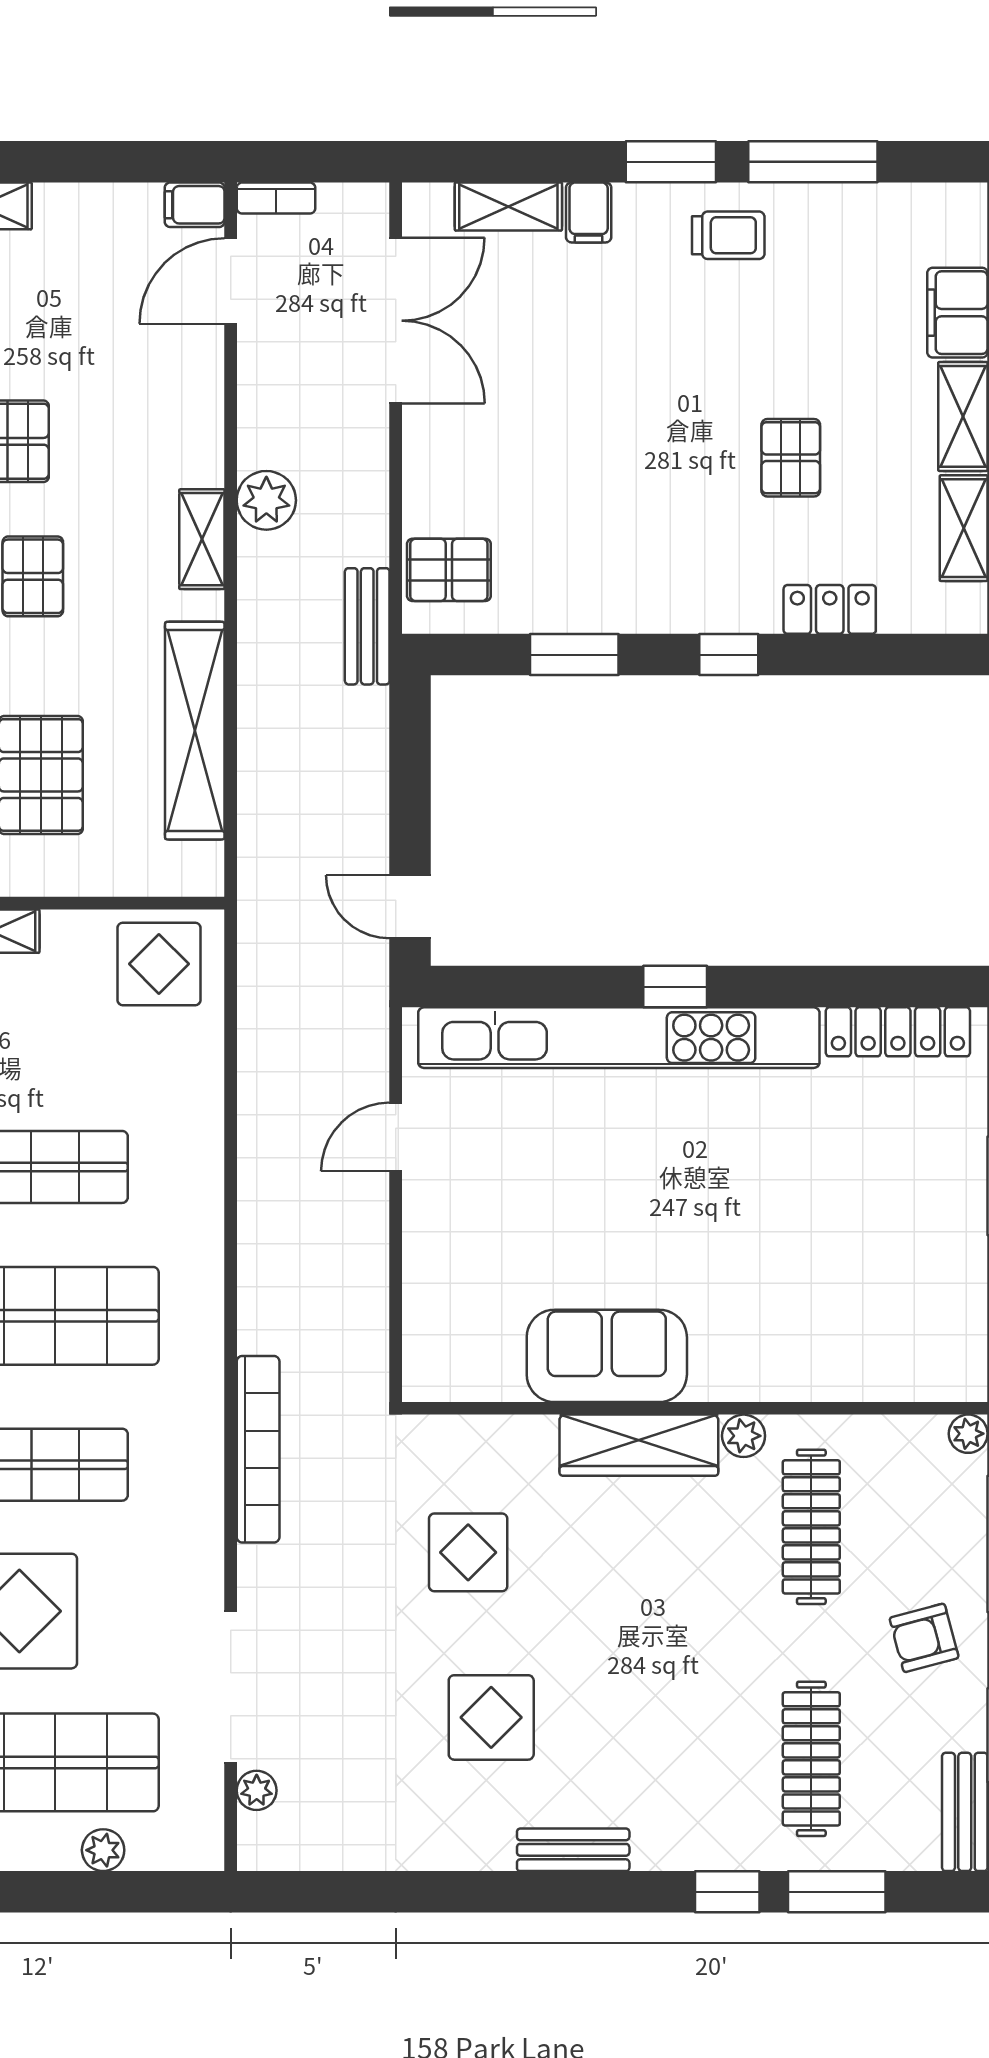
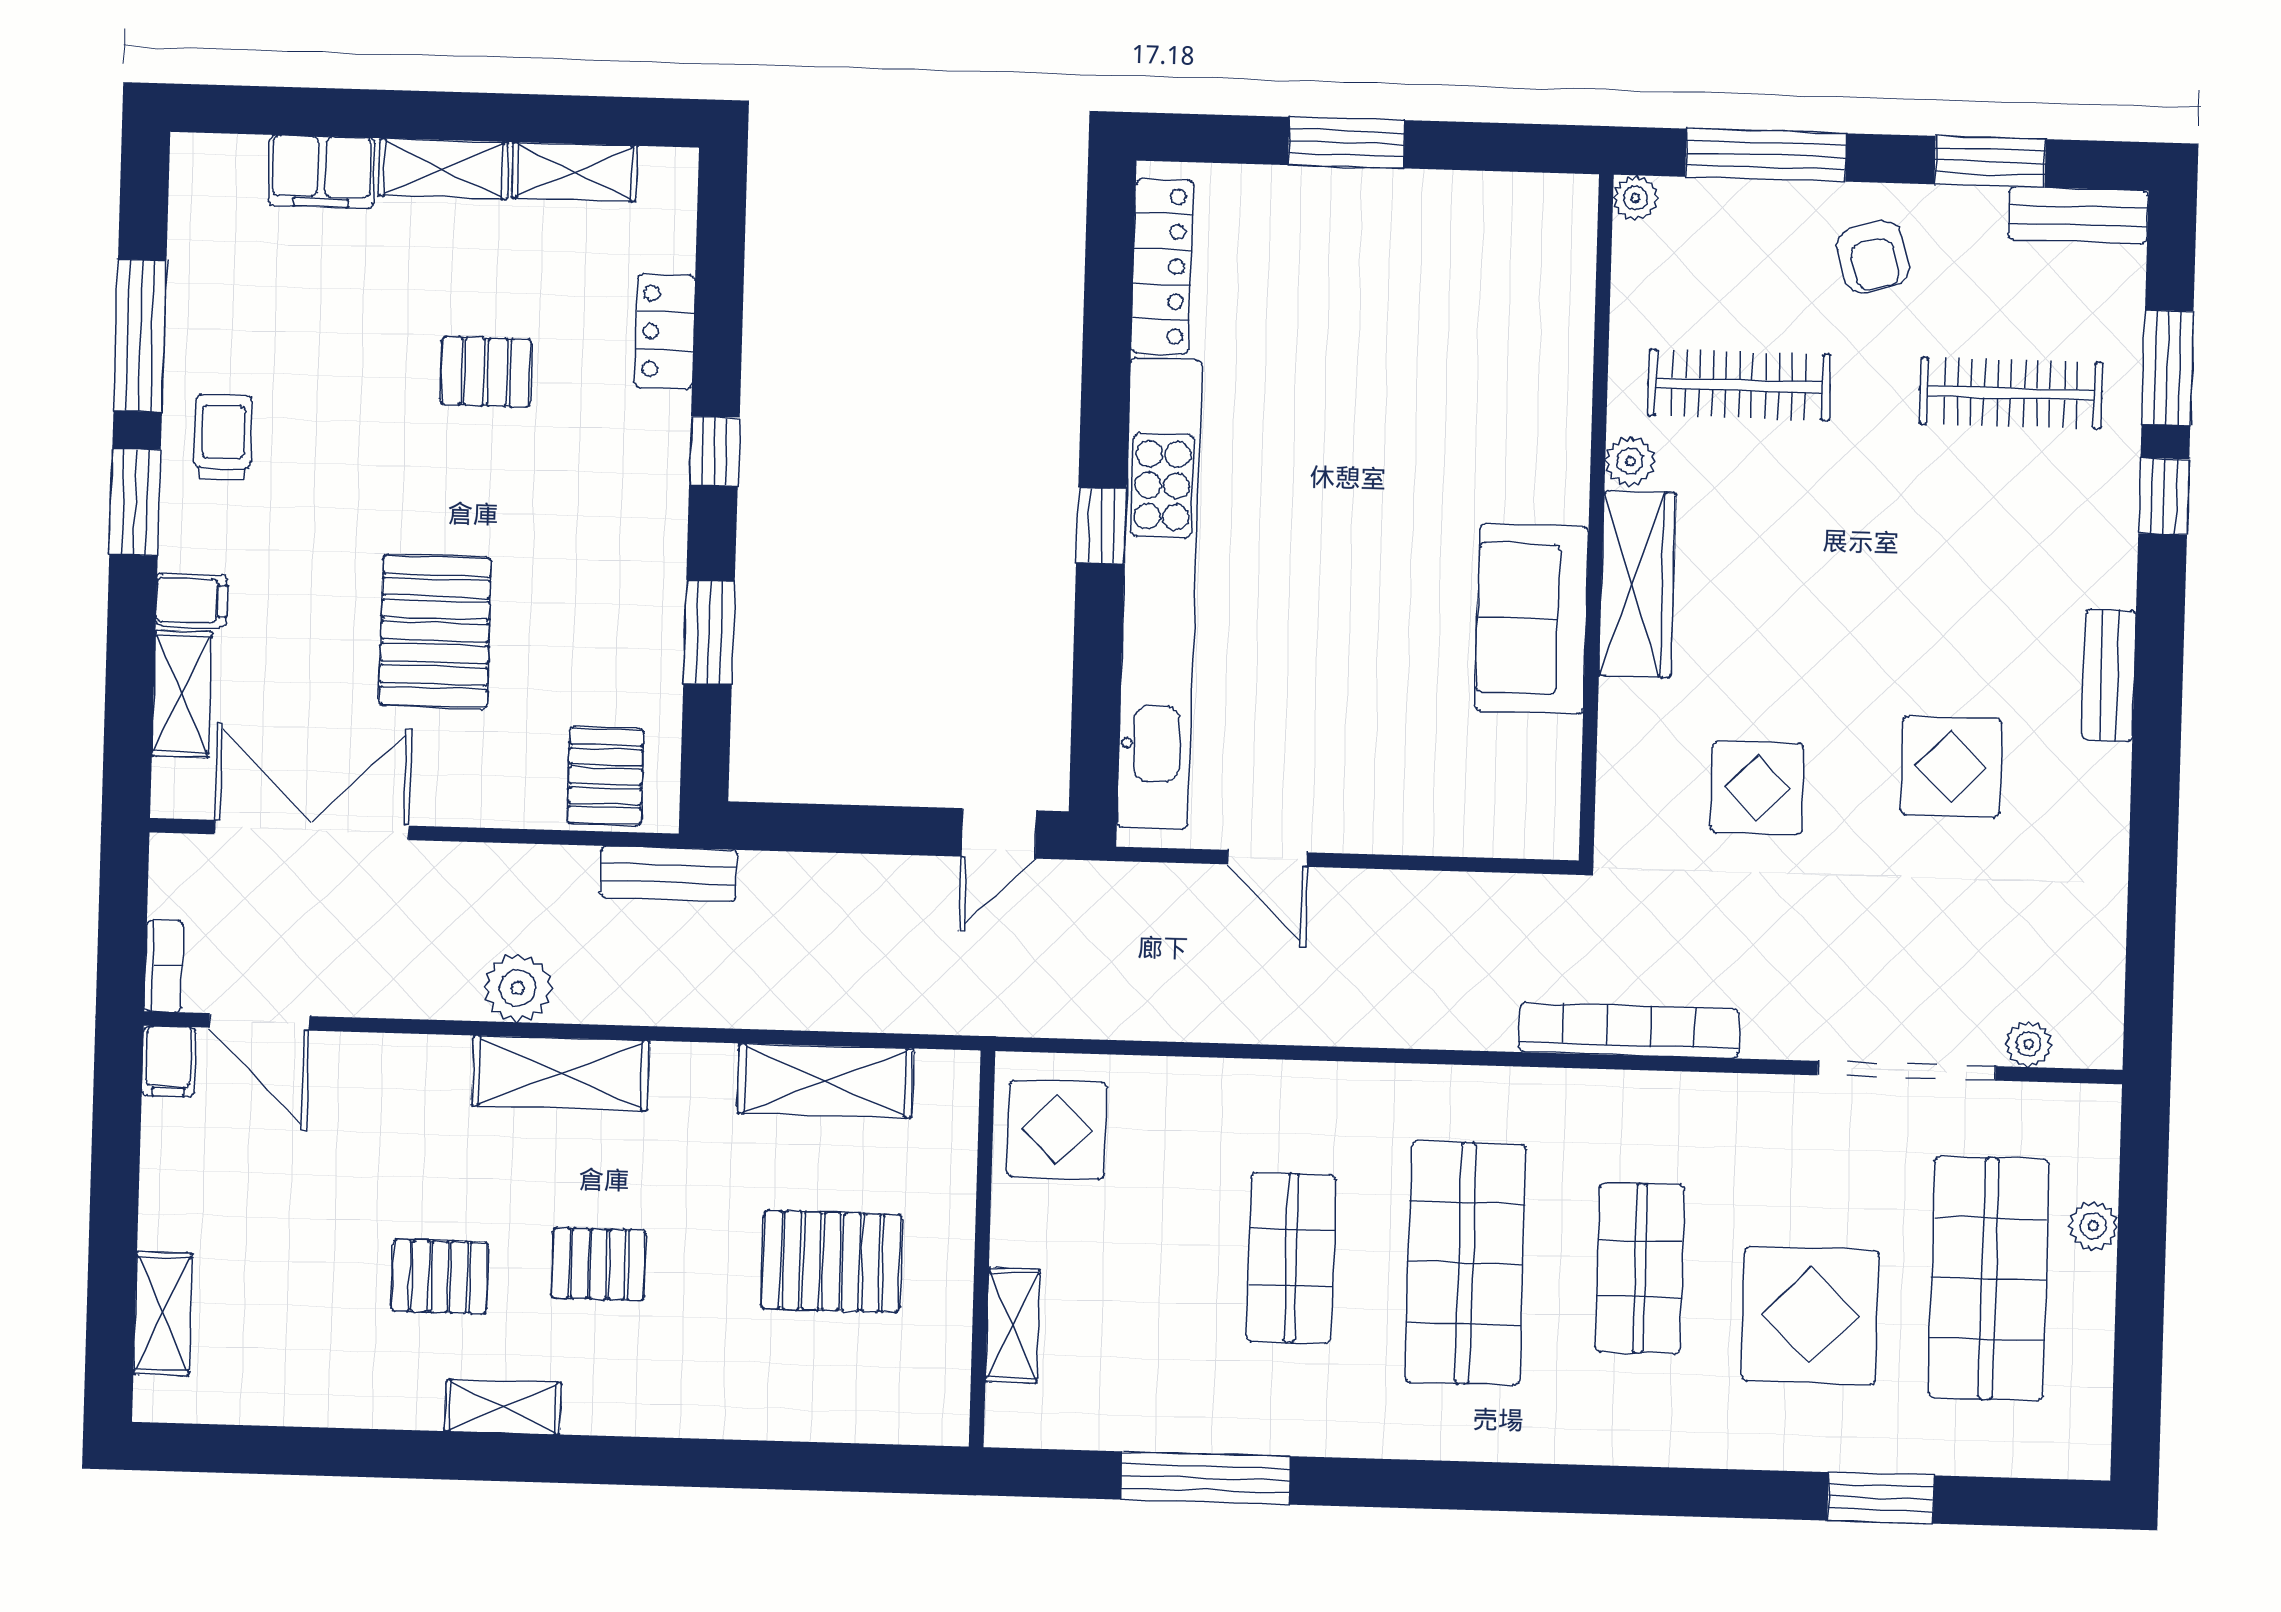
pallet: (568, 421) -> (435, 631), added
shelving: (202, 539) -> (561, 1073), width x1.50, depth x1.33
shelving: (195, 731) -> (825, 1081), width x0.68

